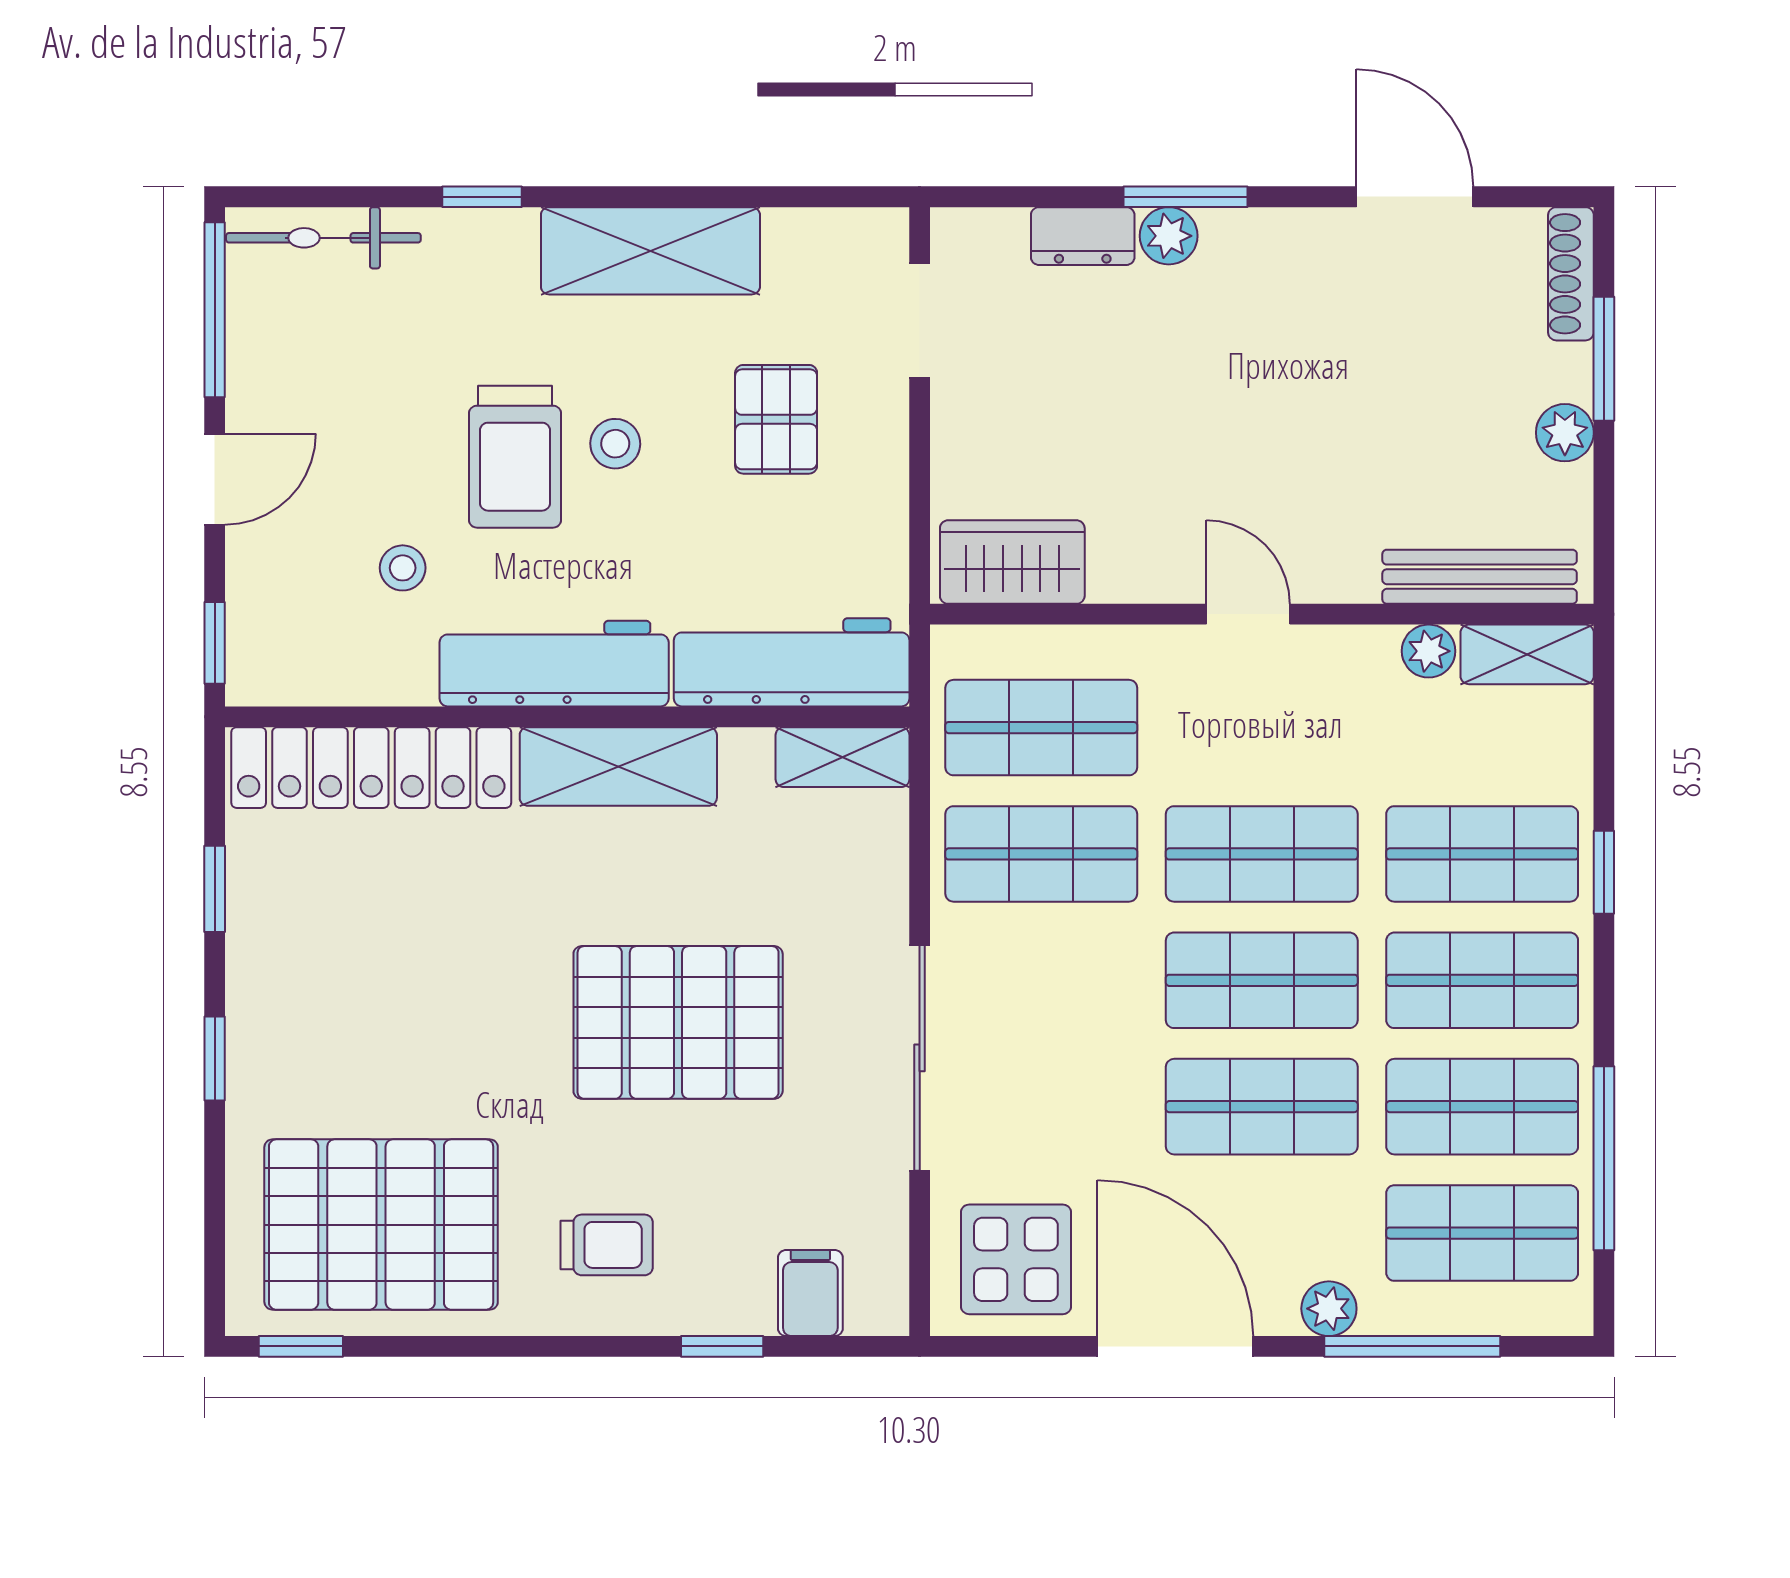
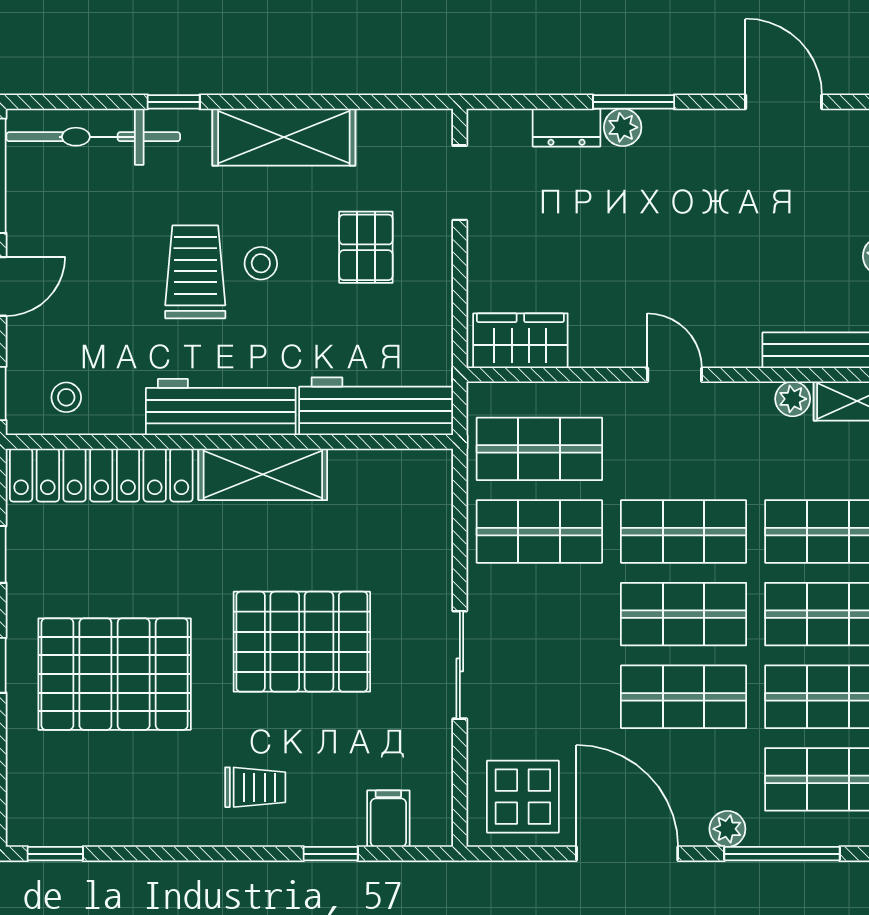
bicycle: (323, 238) -> (93, 137), width x1.37, depth x1.40
trolley: (515, 457) -> (195, 272), turned 180
stool: (403, 568) -> (66, 397), moved
shelving: (842, 757) -> (409, 468), removed
sliding door: (920, 1058) -> (460, 665), width x0.73
pallet: (381, 1225) -> (115, 674), moved

